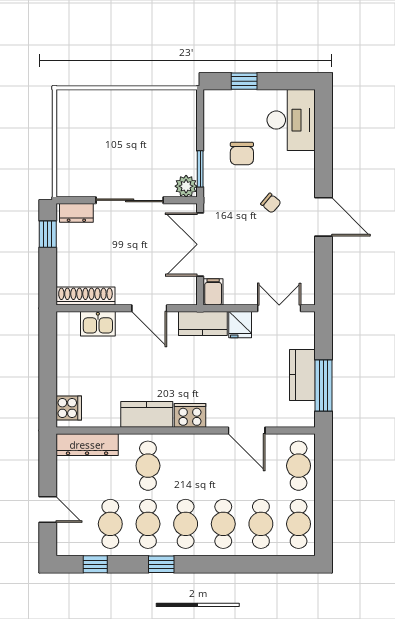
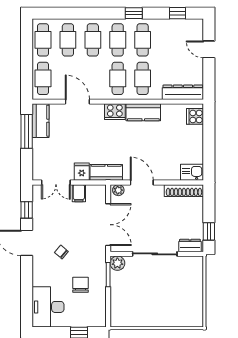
window: (323, 267) -> (27, 210), added
filing cabinet: (213, 292) -> (79, 193), moved
plant: (185, 297) -> (118, 190), added
kitchen sink: (98, 324) -> (192, 172), moved
kitchen counter: (302, 375) -> (41, 121), moved
cafe table: (110, 524) -> (118, 78), moved

